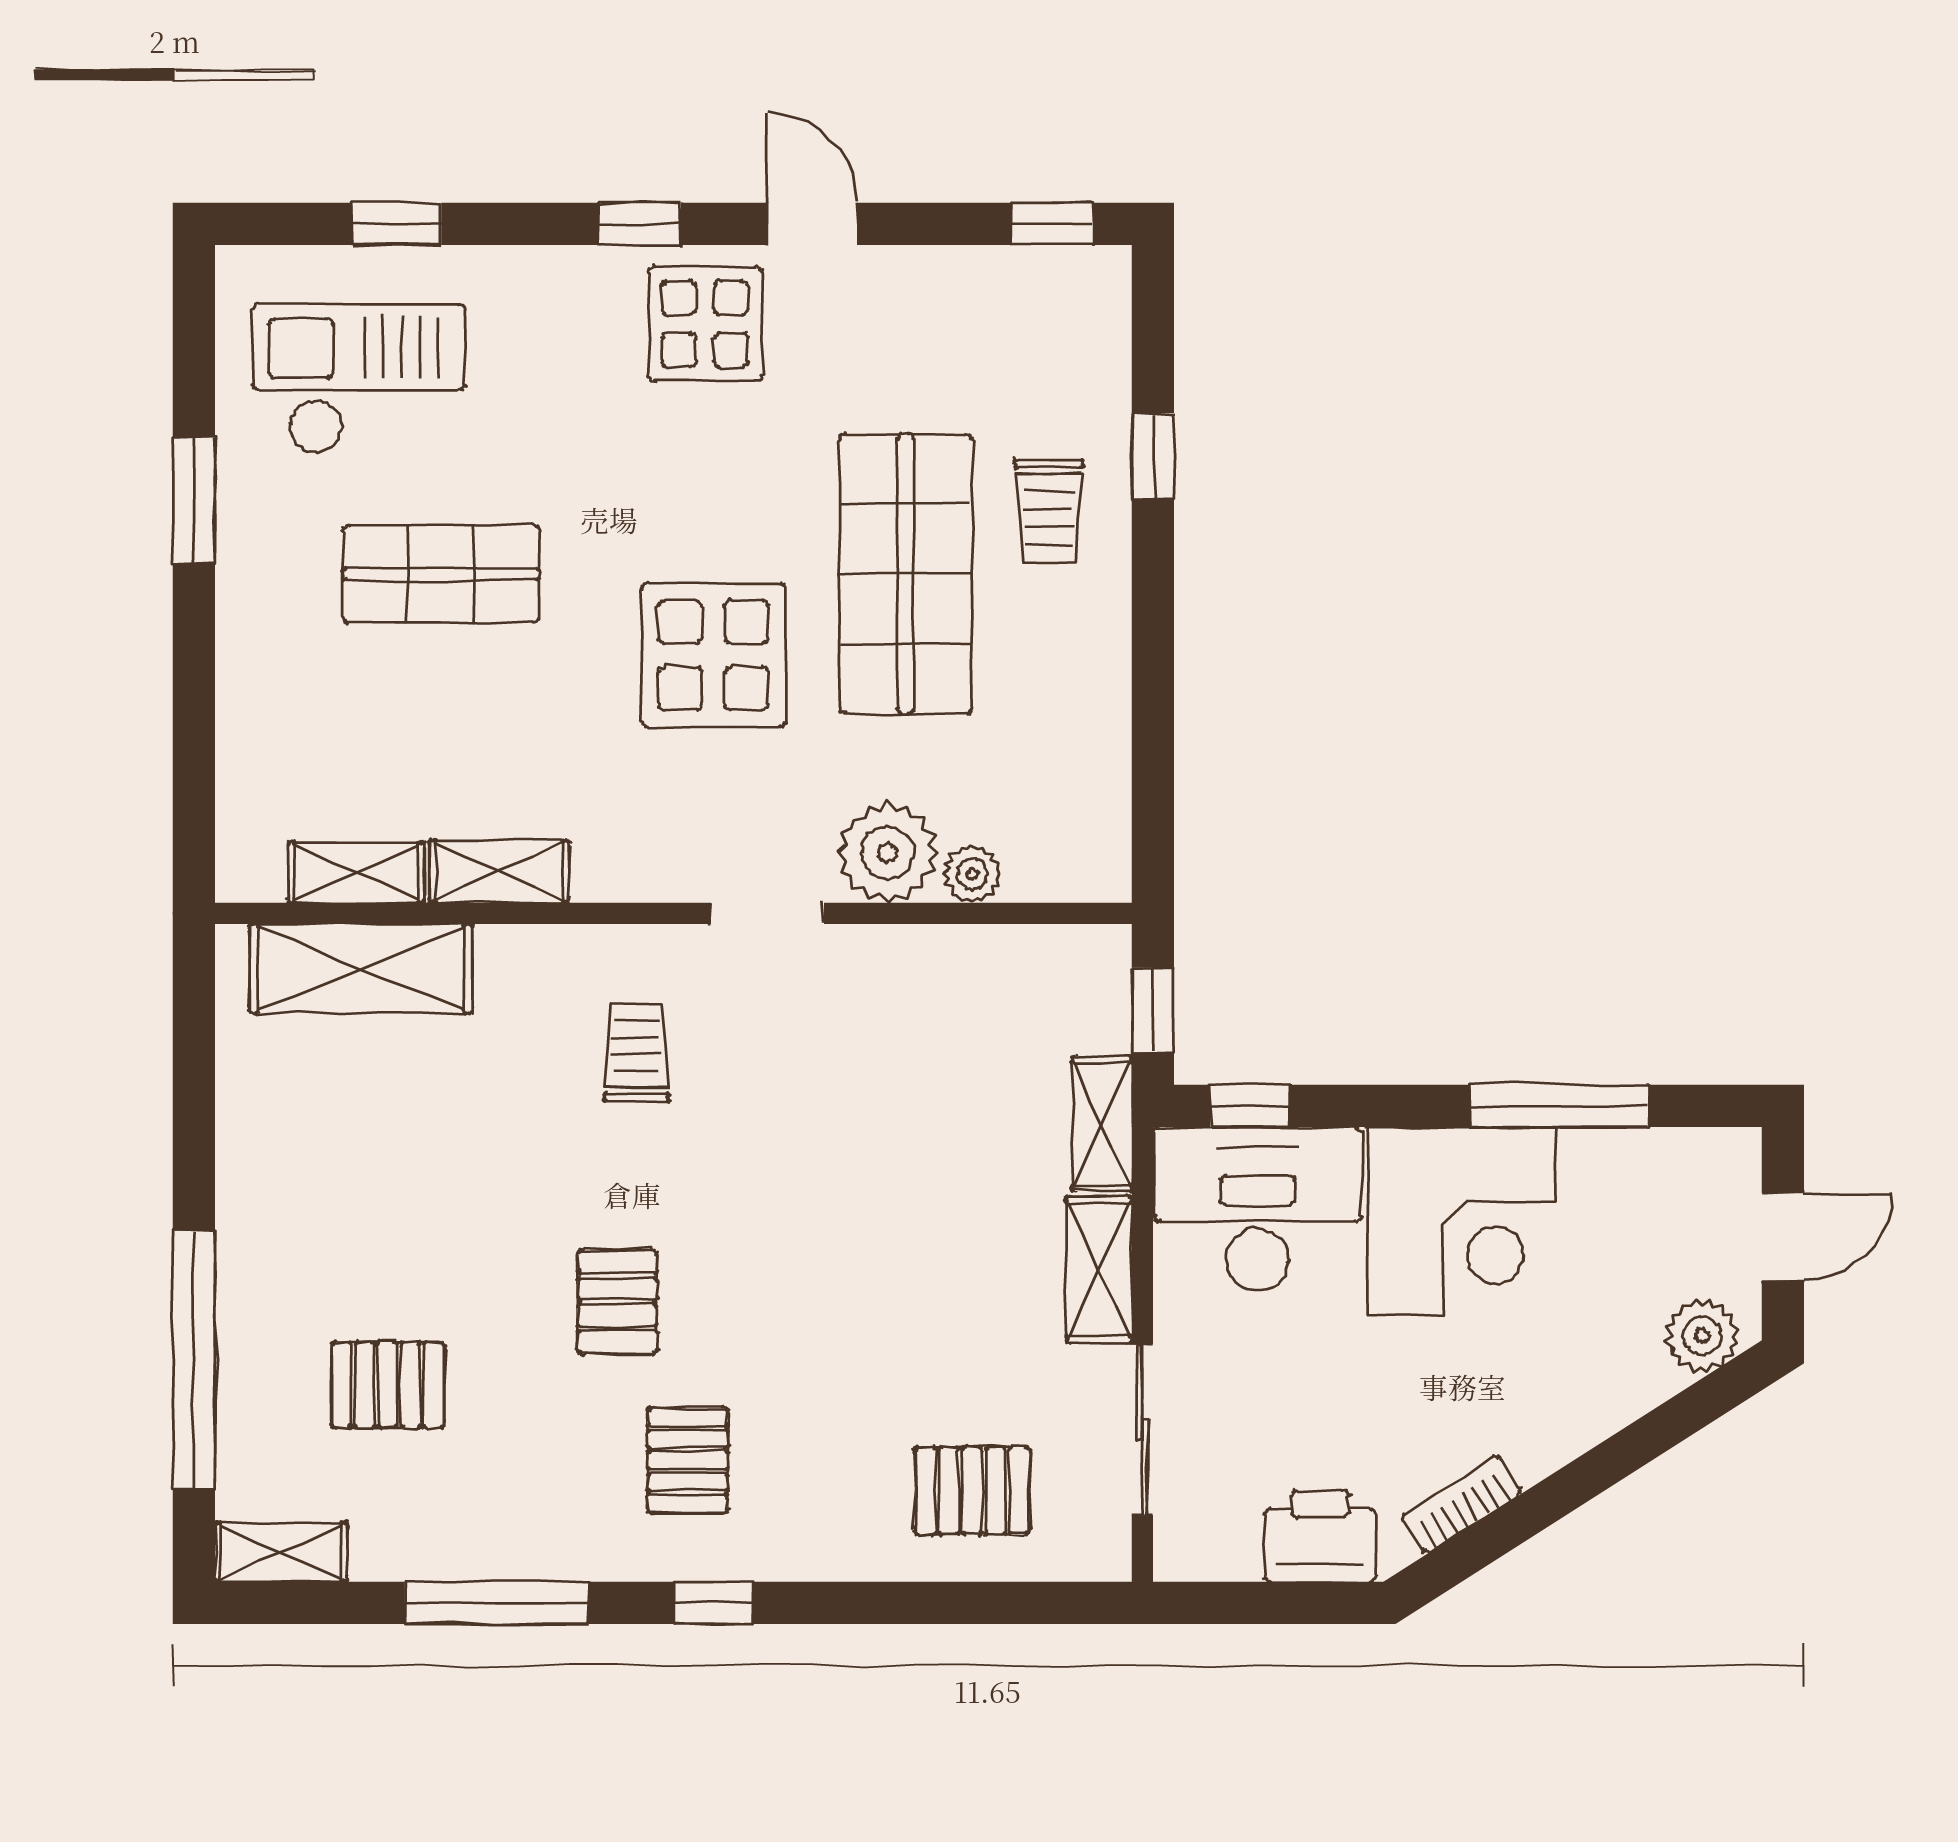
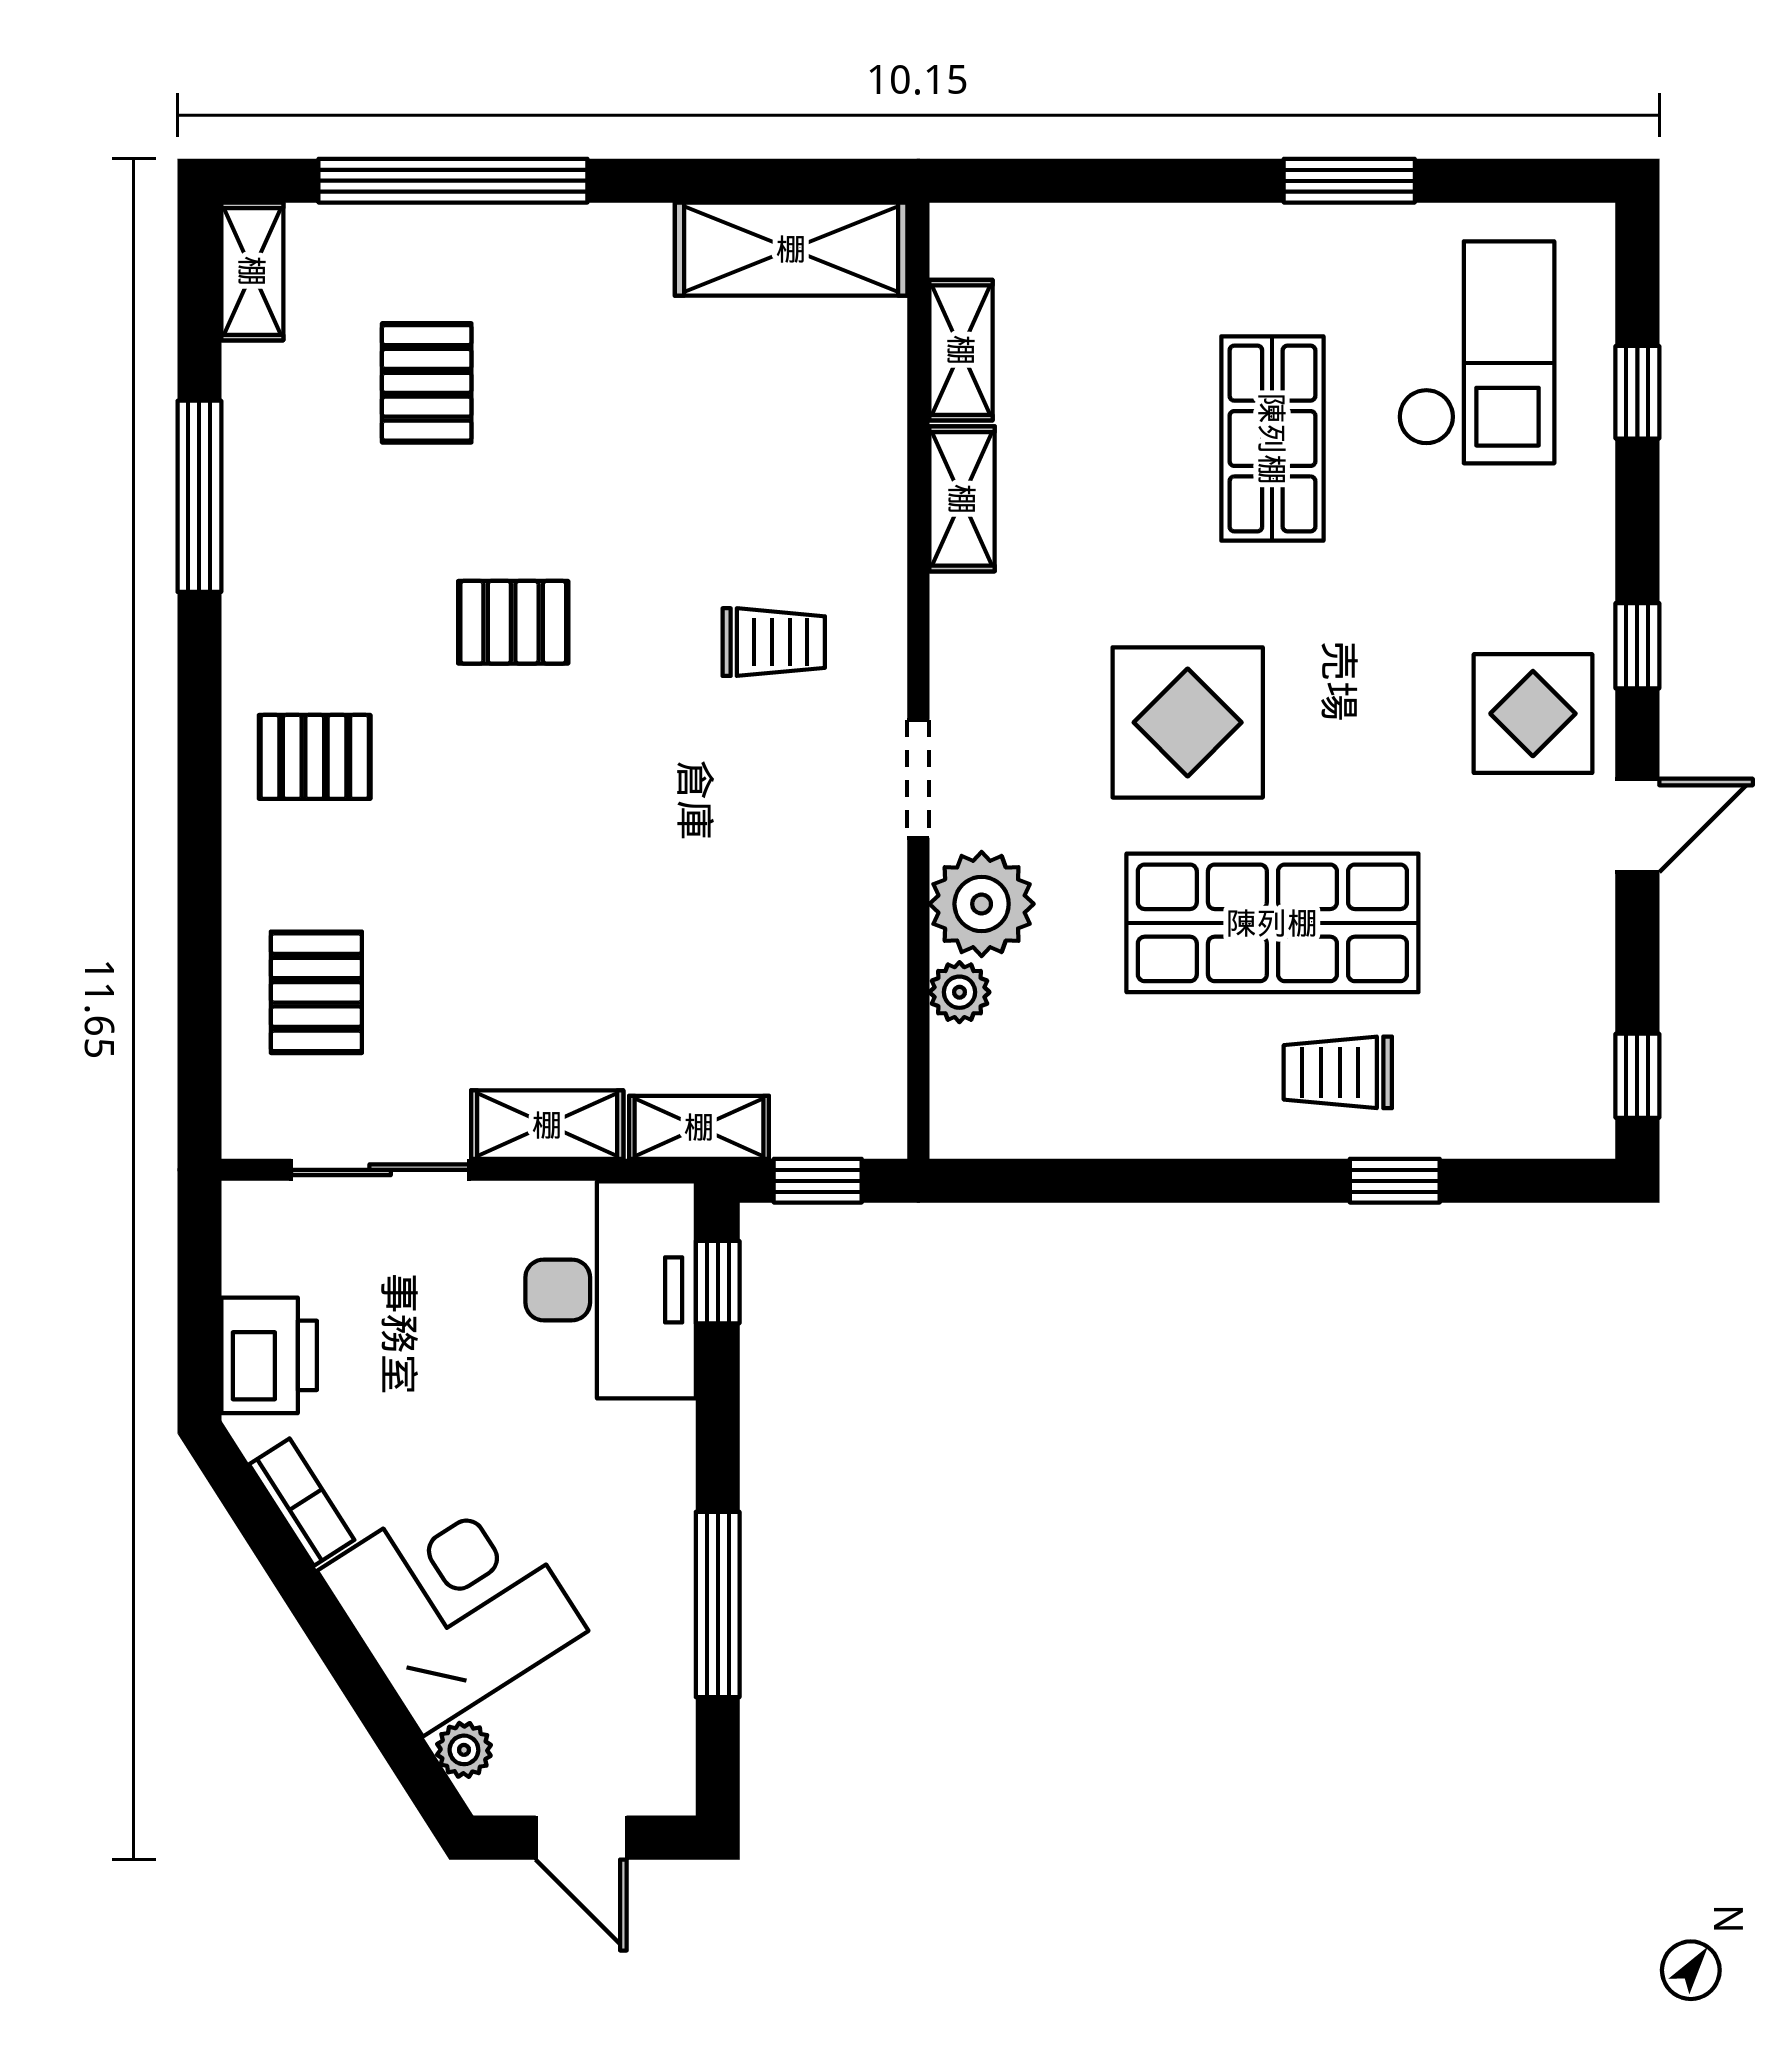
shelving: (361, 969) -> (791, 249), moved, turned 90
corner desk: (1462, 1221) -> (453, 1601), moved, turned 147
plant: (1702, 1336) -> (464, 1750), width x0.73, depth x0.73
pallet: (688, 1460) -> (315, 757), moved
window: (714, 1603) -> (199, 723), removed

